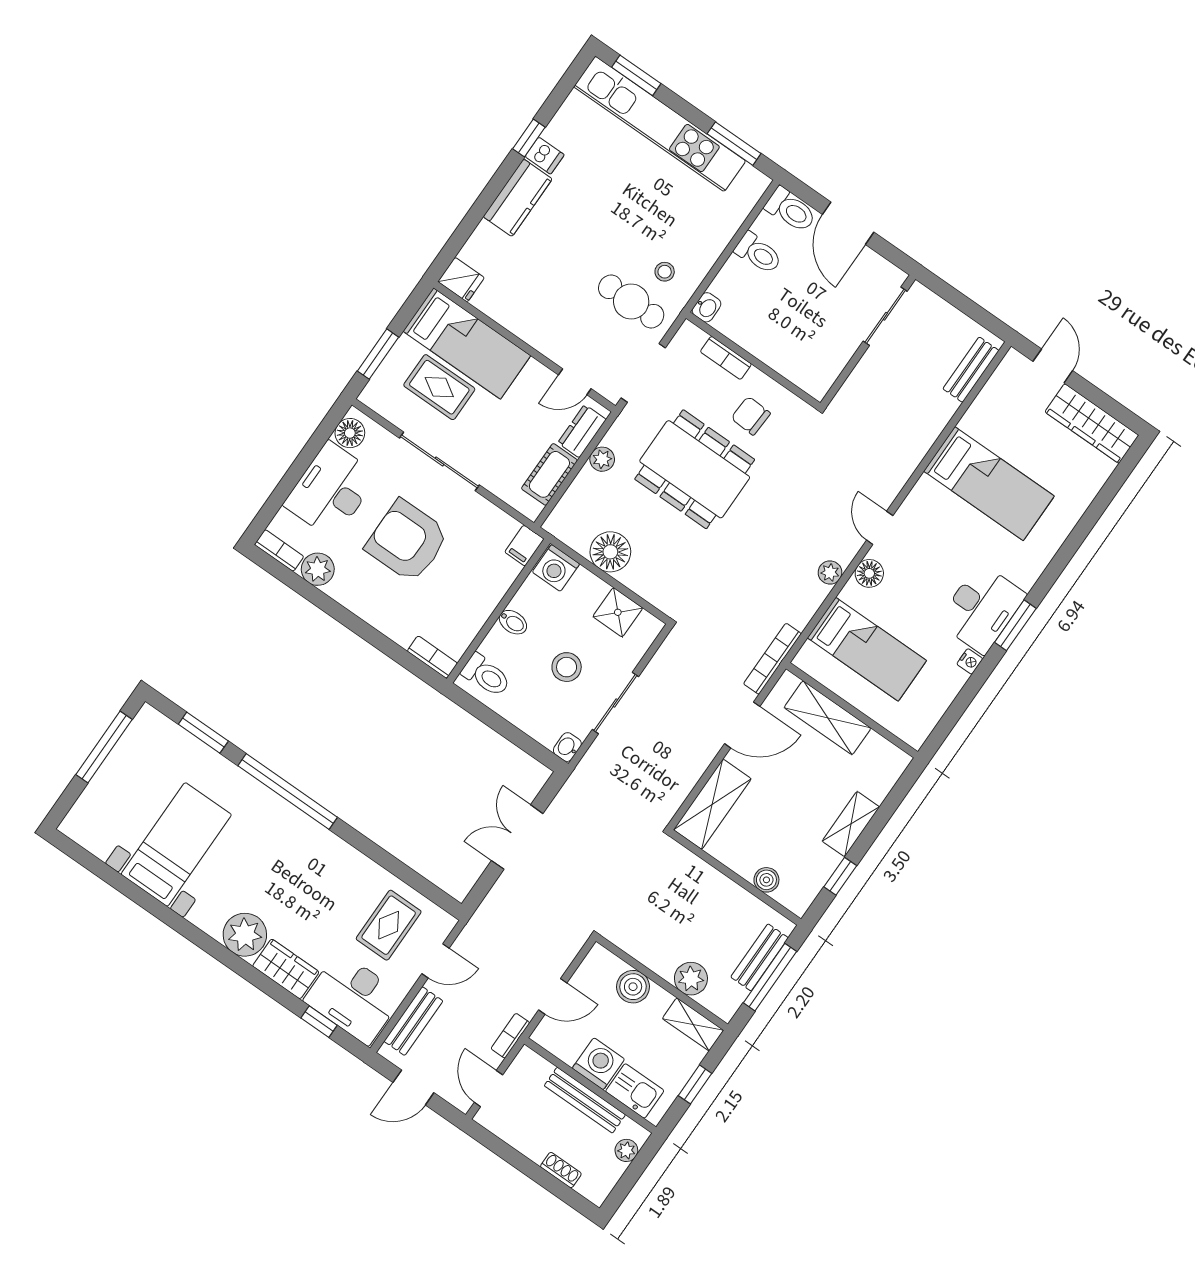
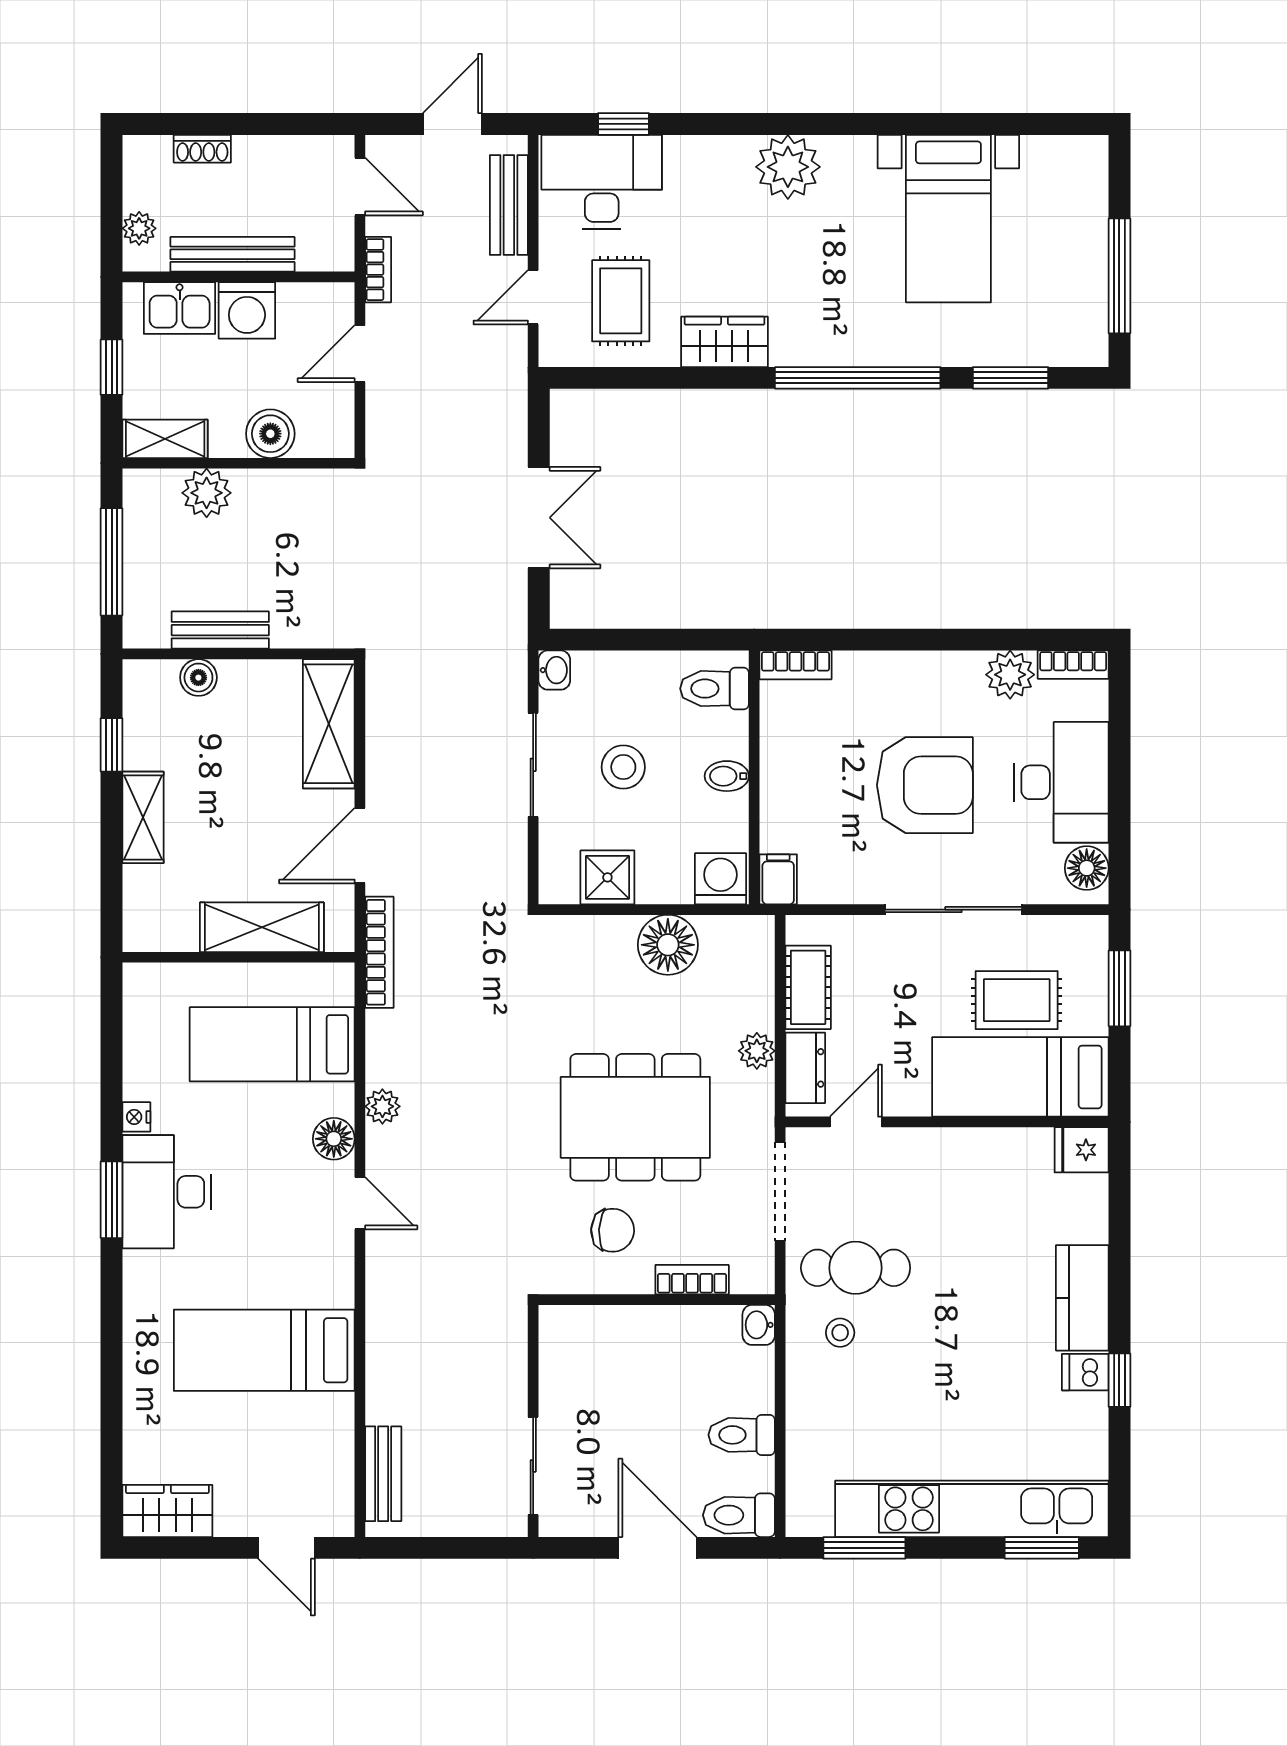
wardrobe: (1092, 424) -> (167, 1511), width x0.67
bench: (759, 957) -> (220, 630), moved, turned 90
wardrobe: (286, 969) -> (724, 342), moved, turned 180

